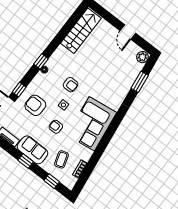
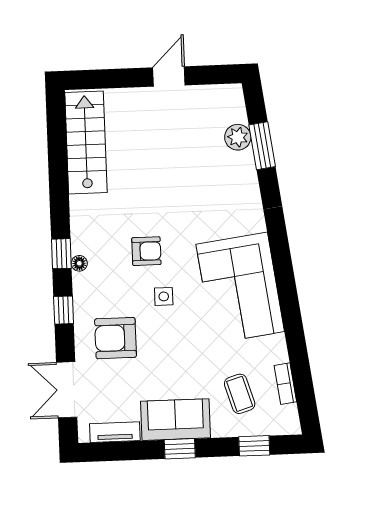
door: (128, 32) -> (169, 76), swing flipped
plant: (142, 57) -> (238, 137), moved
window: (19, 90) -> (64, 310), moved
armchair: (56, 127) -> (182, 345), removed

